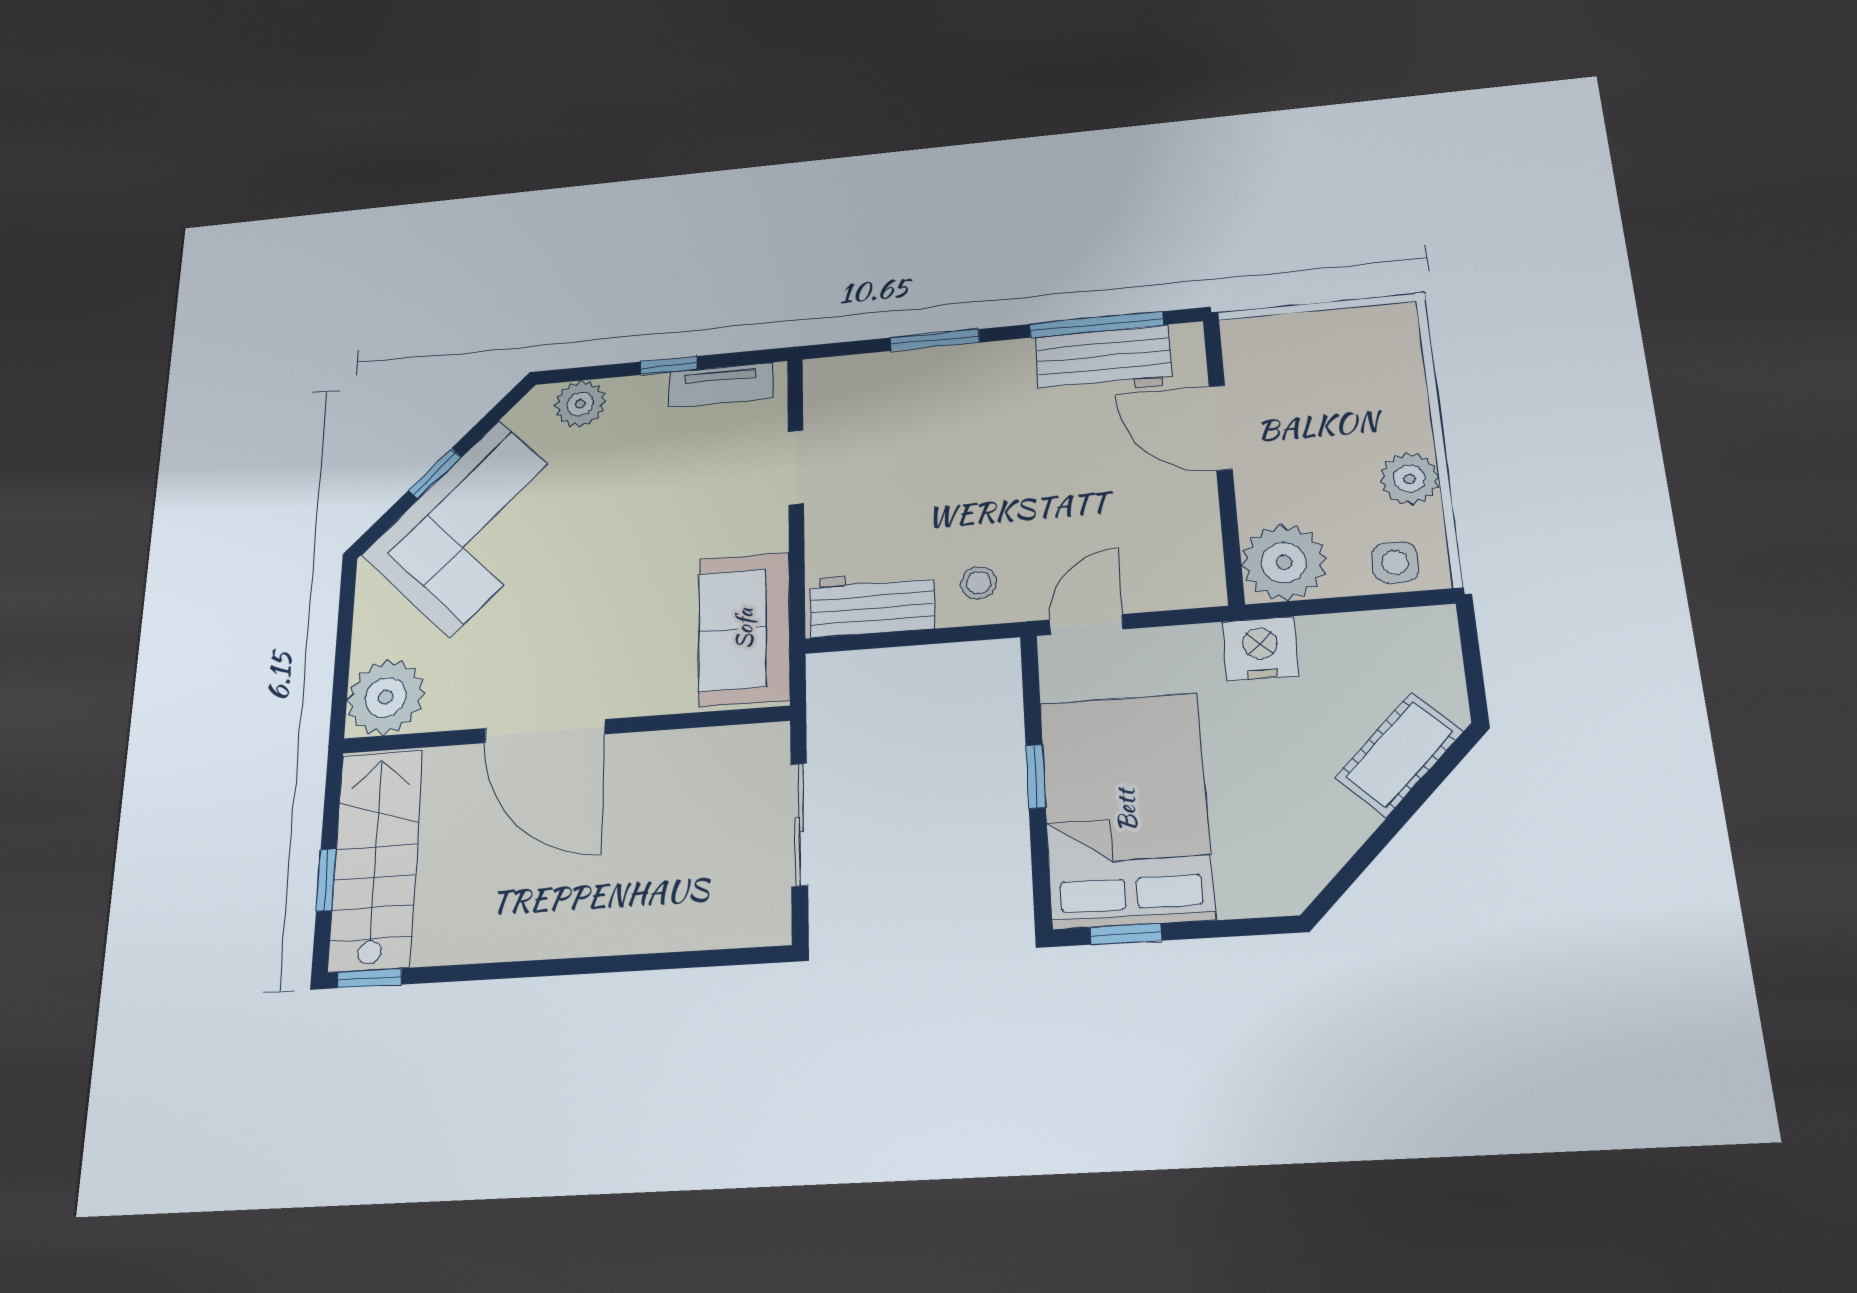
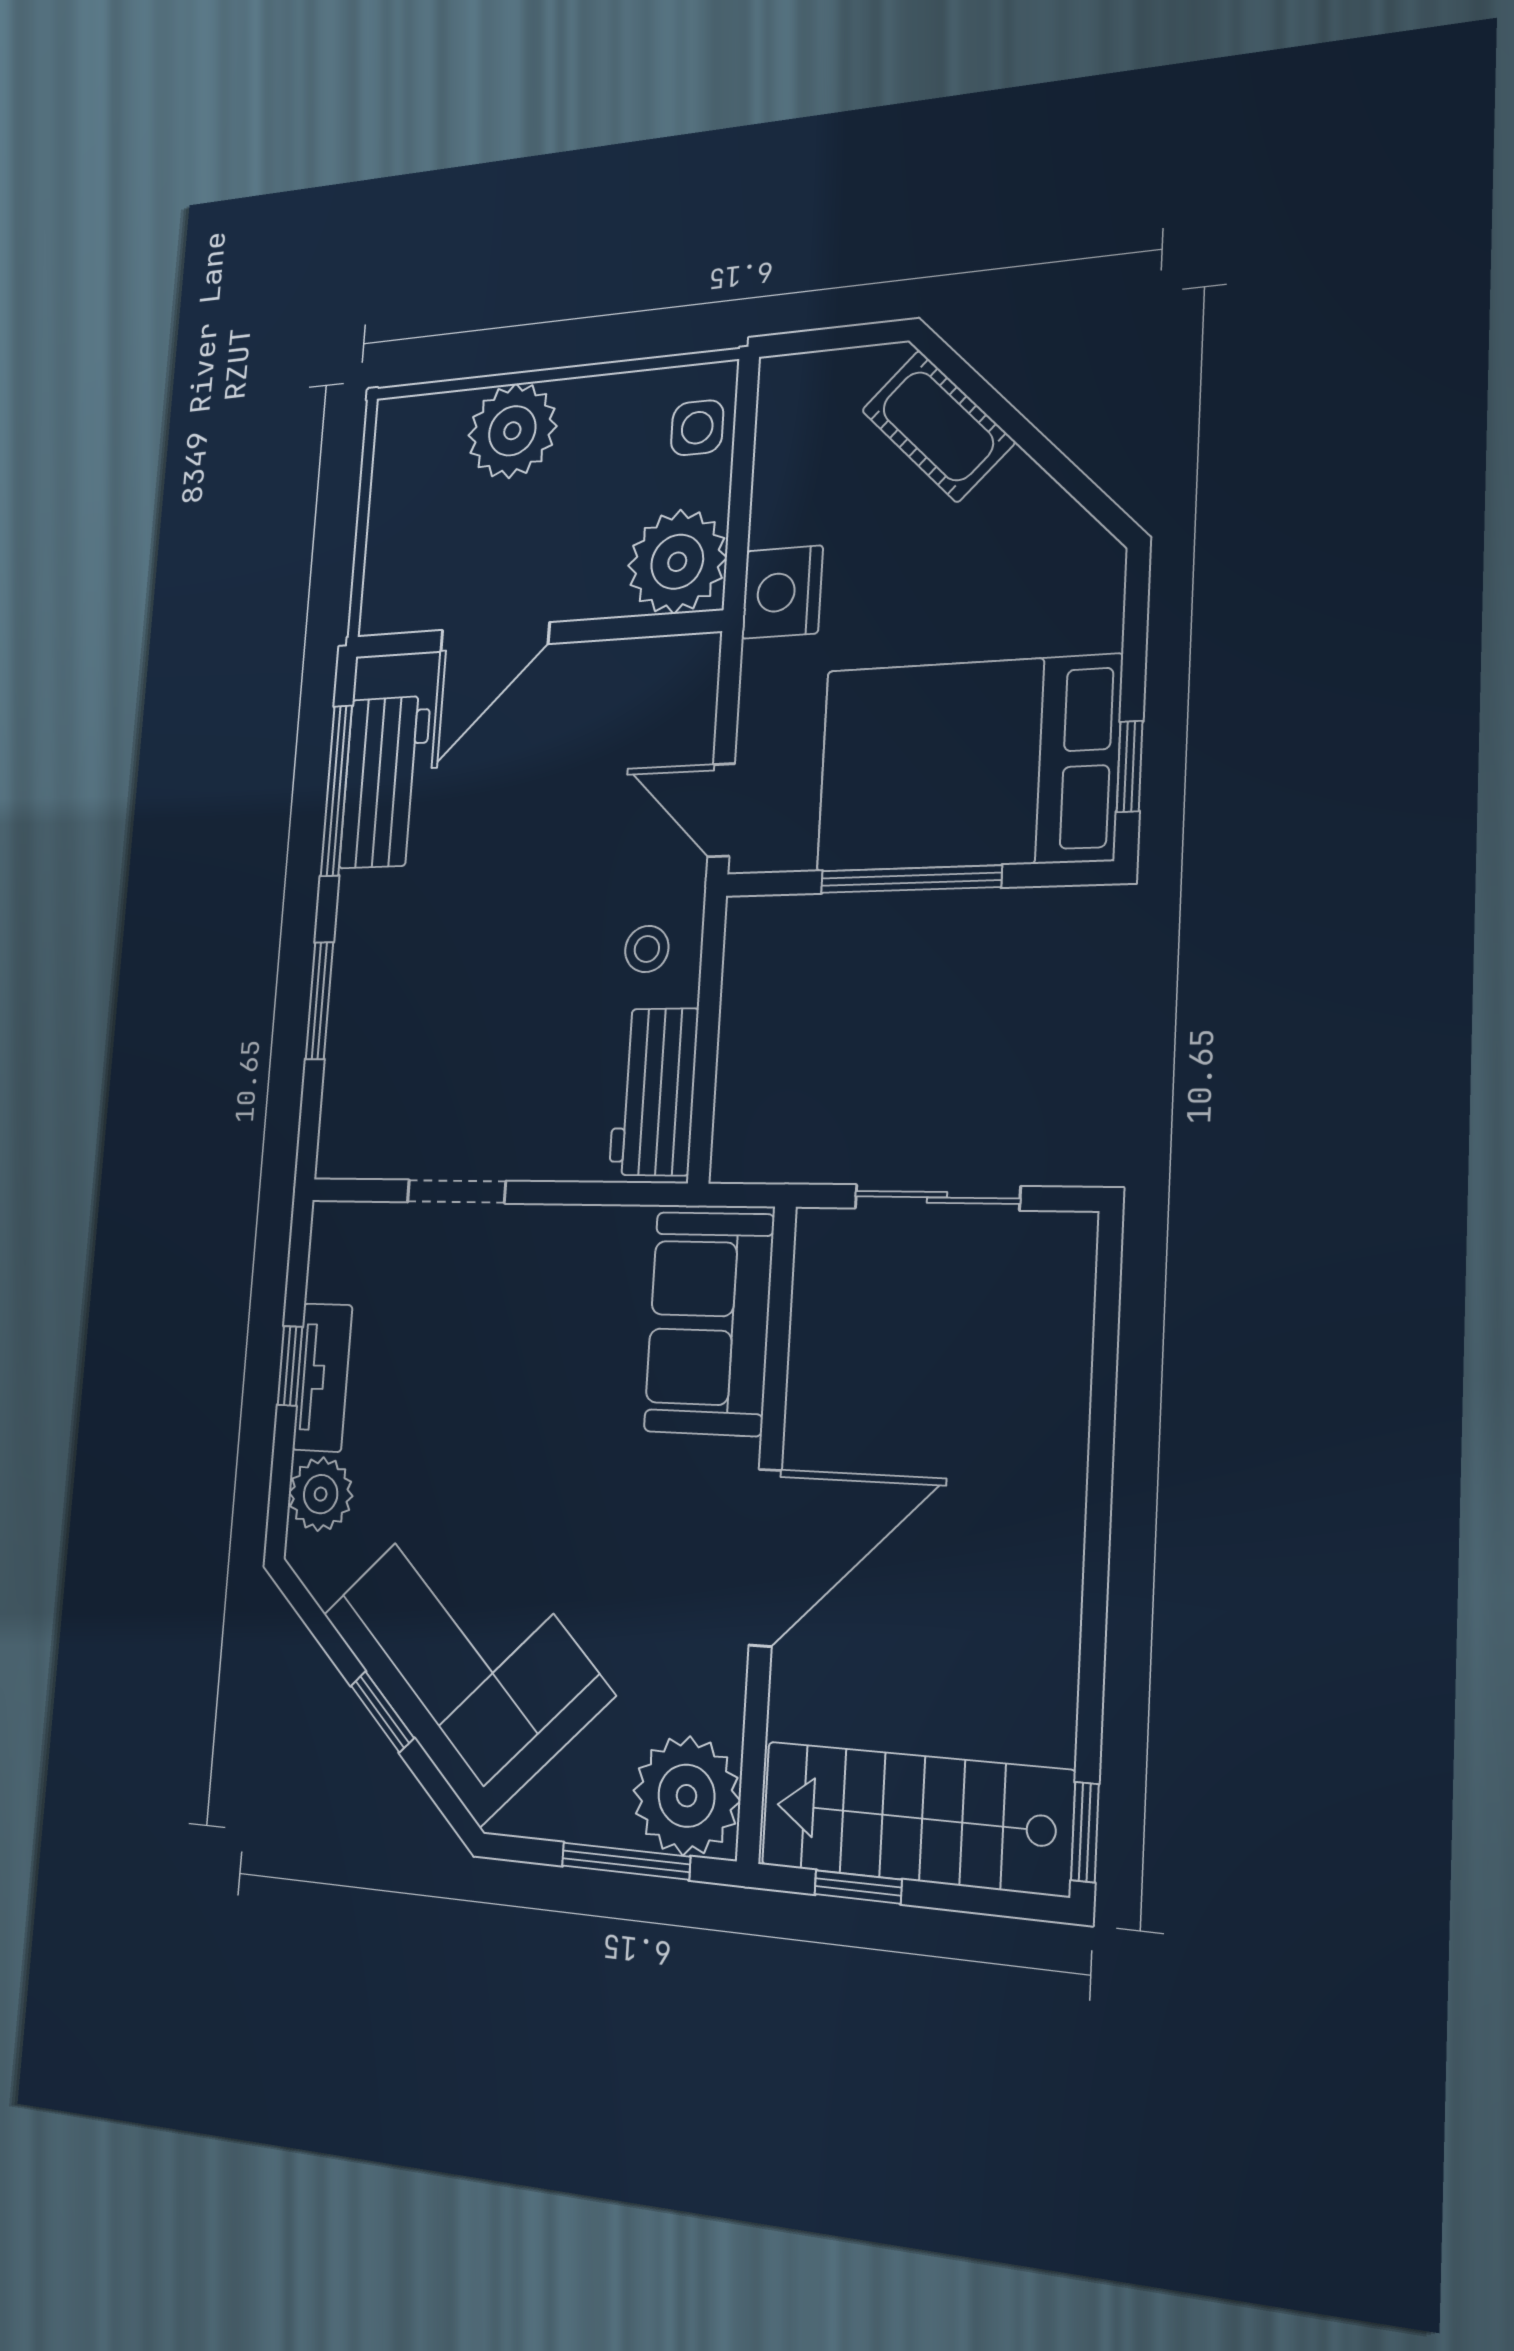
tv unit: (721, 385) -> (322, 1377), moved
plant: (1409, 479) -> (512, 431), moved, width x1.36, depth x1.36
sofa: (744, 629) -> (709, 1323), moved, turned 90
window: (342, 661) -> (626, 1861), added
window: (1036, 776) -> (911, 879), width x2.17
window: (326, 880) -> (858, 1887), moved

